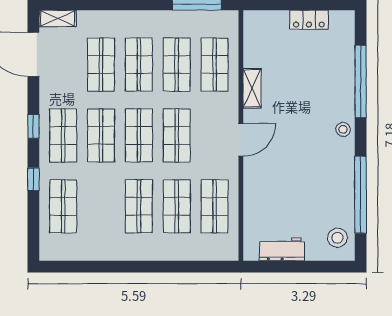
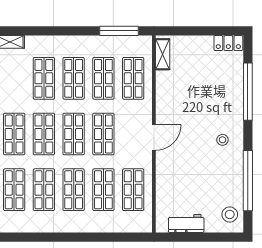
locker: (309, 20) -> (228, 43), moved
shelving: (252, 88) -> (163, 54), moved
stool: (343, 129) -> (222, 140), moved
shop shelf: (101, 206) -> (44, 190), added

